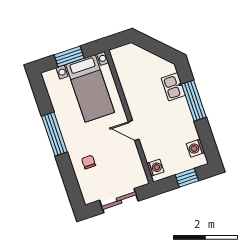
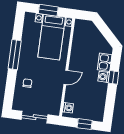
window: (194, 101) -> (113, 77), width x0.46
door: (134, 130) -> (66, 77), swing flipped
washing machine: (195, 148) -> (104, 77), moved

